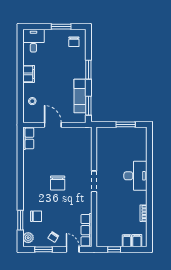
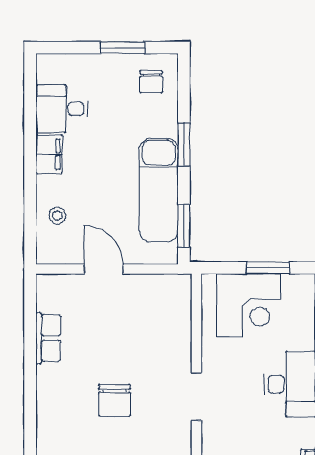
desk: (33, 41) -> (62, 109), moved, turned -90
exam couch: (80, 96) -> (159, 190), width x1.36, depth x1.45
row of seats: (28, 138) -> (48, 338), moved
corner desk: (117, 141) -> (248, 305), added

